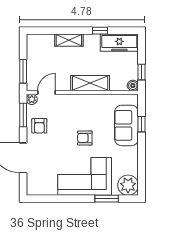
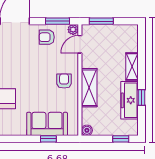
freezer: (119, 43) -> (130, 100), moved
window: (141, 72) -> (121, 139), moved
door: (46, 92) -> (80, 44), swing flipped
armchair: (85, 138) -> (64, 81), moved

